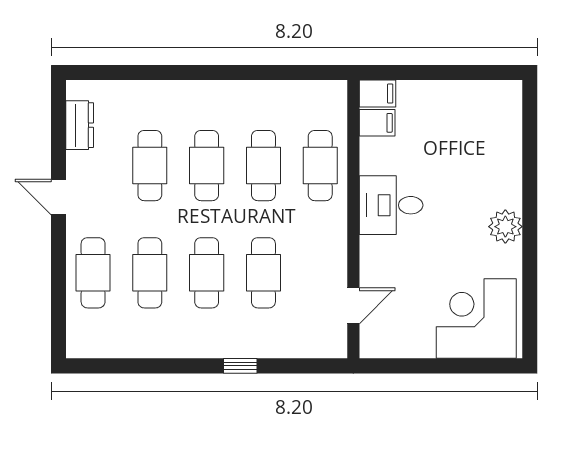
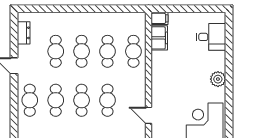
filing cabinet: (377, 123) -> (159, 38), width x2.00
desk: (391, 205) -> (211, 37), moved, turned 180
door: (353, 306) -> (149, 115), swing flipped

